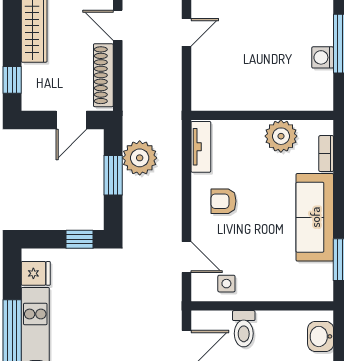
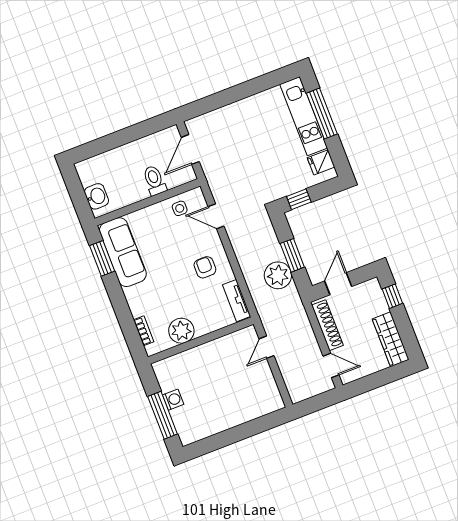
door: (187, 32) -> (267, 347), moved
armchair: (223, 201) -> (205, 267), turned -90
sofa: (315, 217) -> (123, 252), moved

